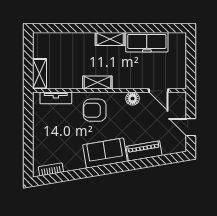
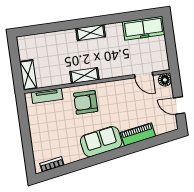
freezer: (147, 42) -> (144, 28), moved
floor lamp: (133, 99) -> (165, 80), moved

